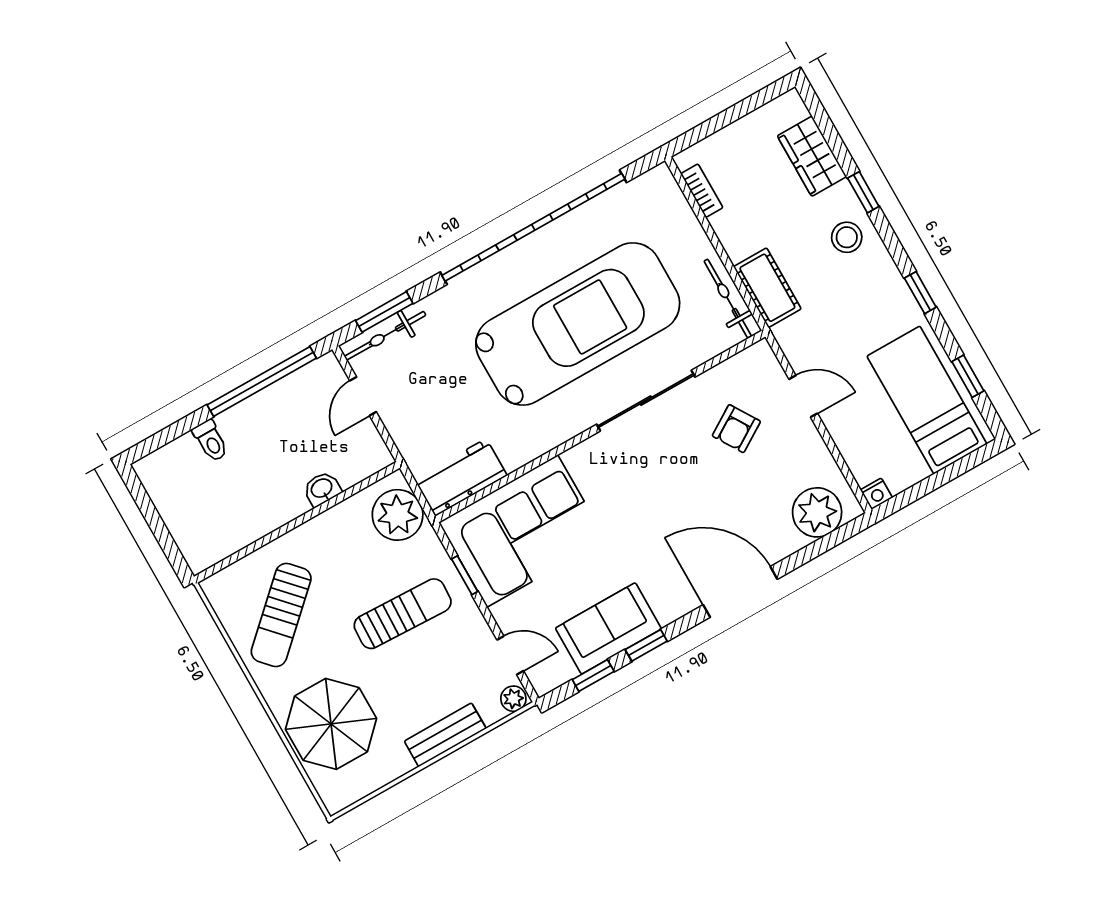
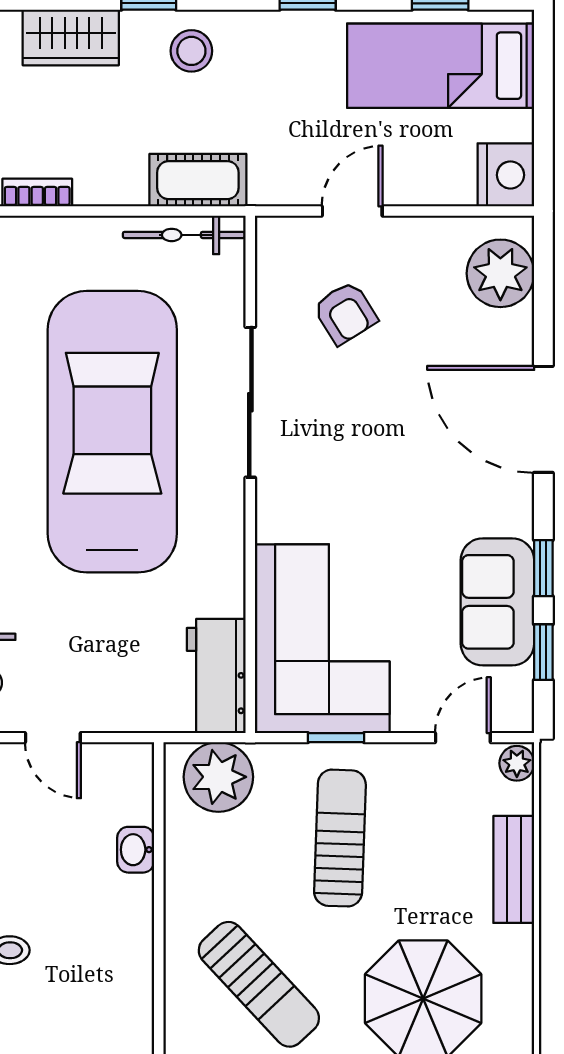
nightstand: (876, 494) -> (506, 175), width x1.89, depth x1.79
door: (740, 592) -> (543, 419), hinge flipped

